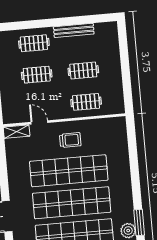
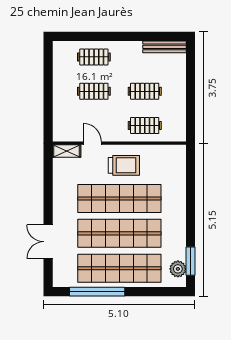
bench: (74, 30) -> (164, 47), moved
trolley: (70, 140) -> (124, 165), width x1.36, depth x1.39

